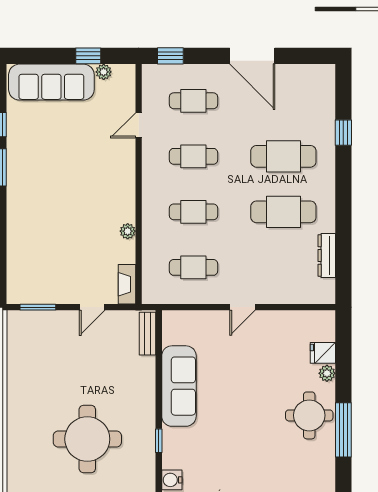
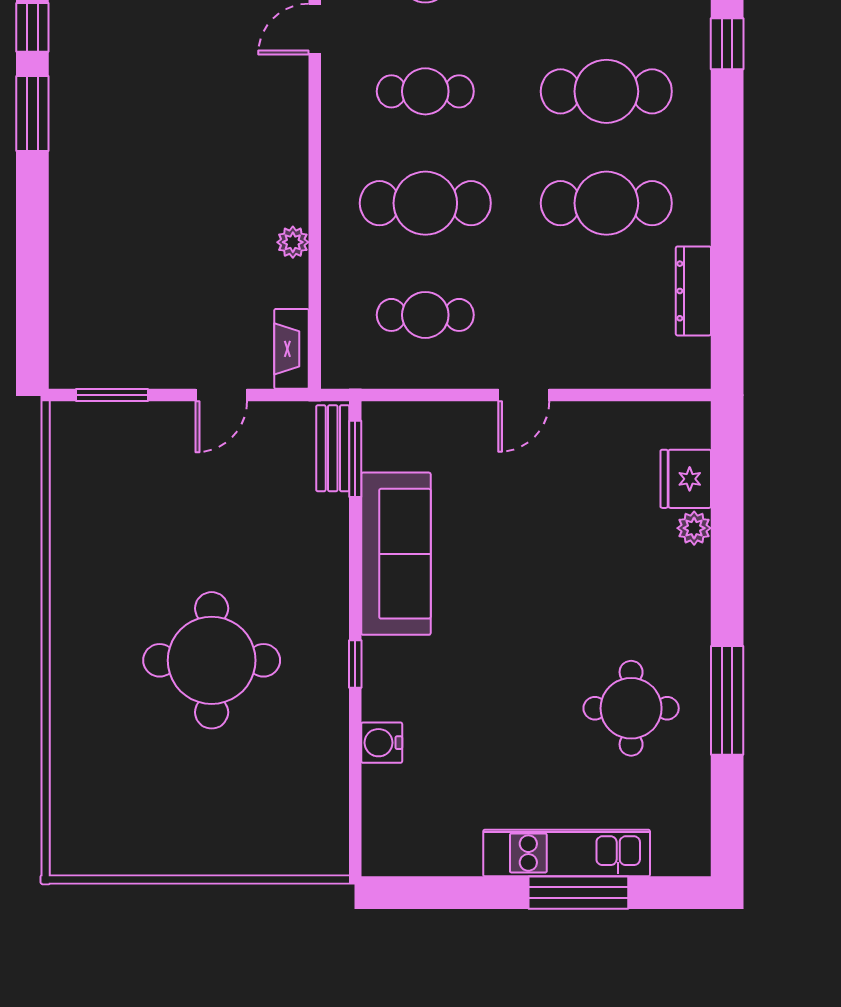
cafe table: (193, 212) -> (425, 203), width x1.37, depth x1.35
window: (159, 339) -> (355, 459), added
fridge: (323, 353) -> (686, 479), width x1.38
round table: (309, 415) -> (631, 708), moved
window: (343, 430) -> (727, 700), moved

